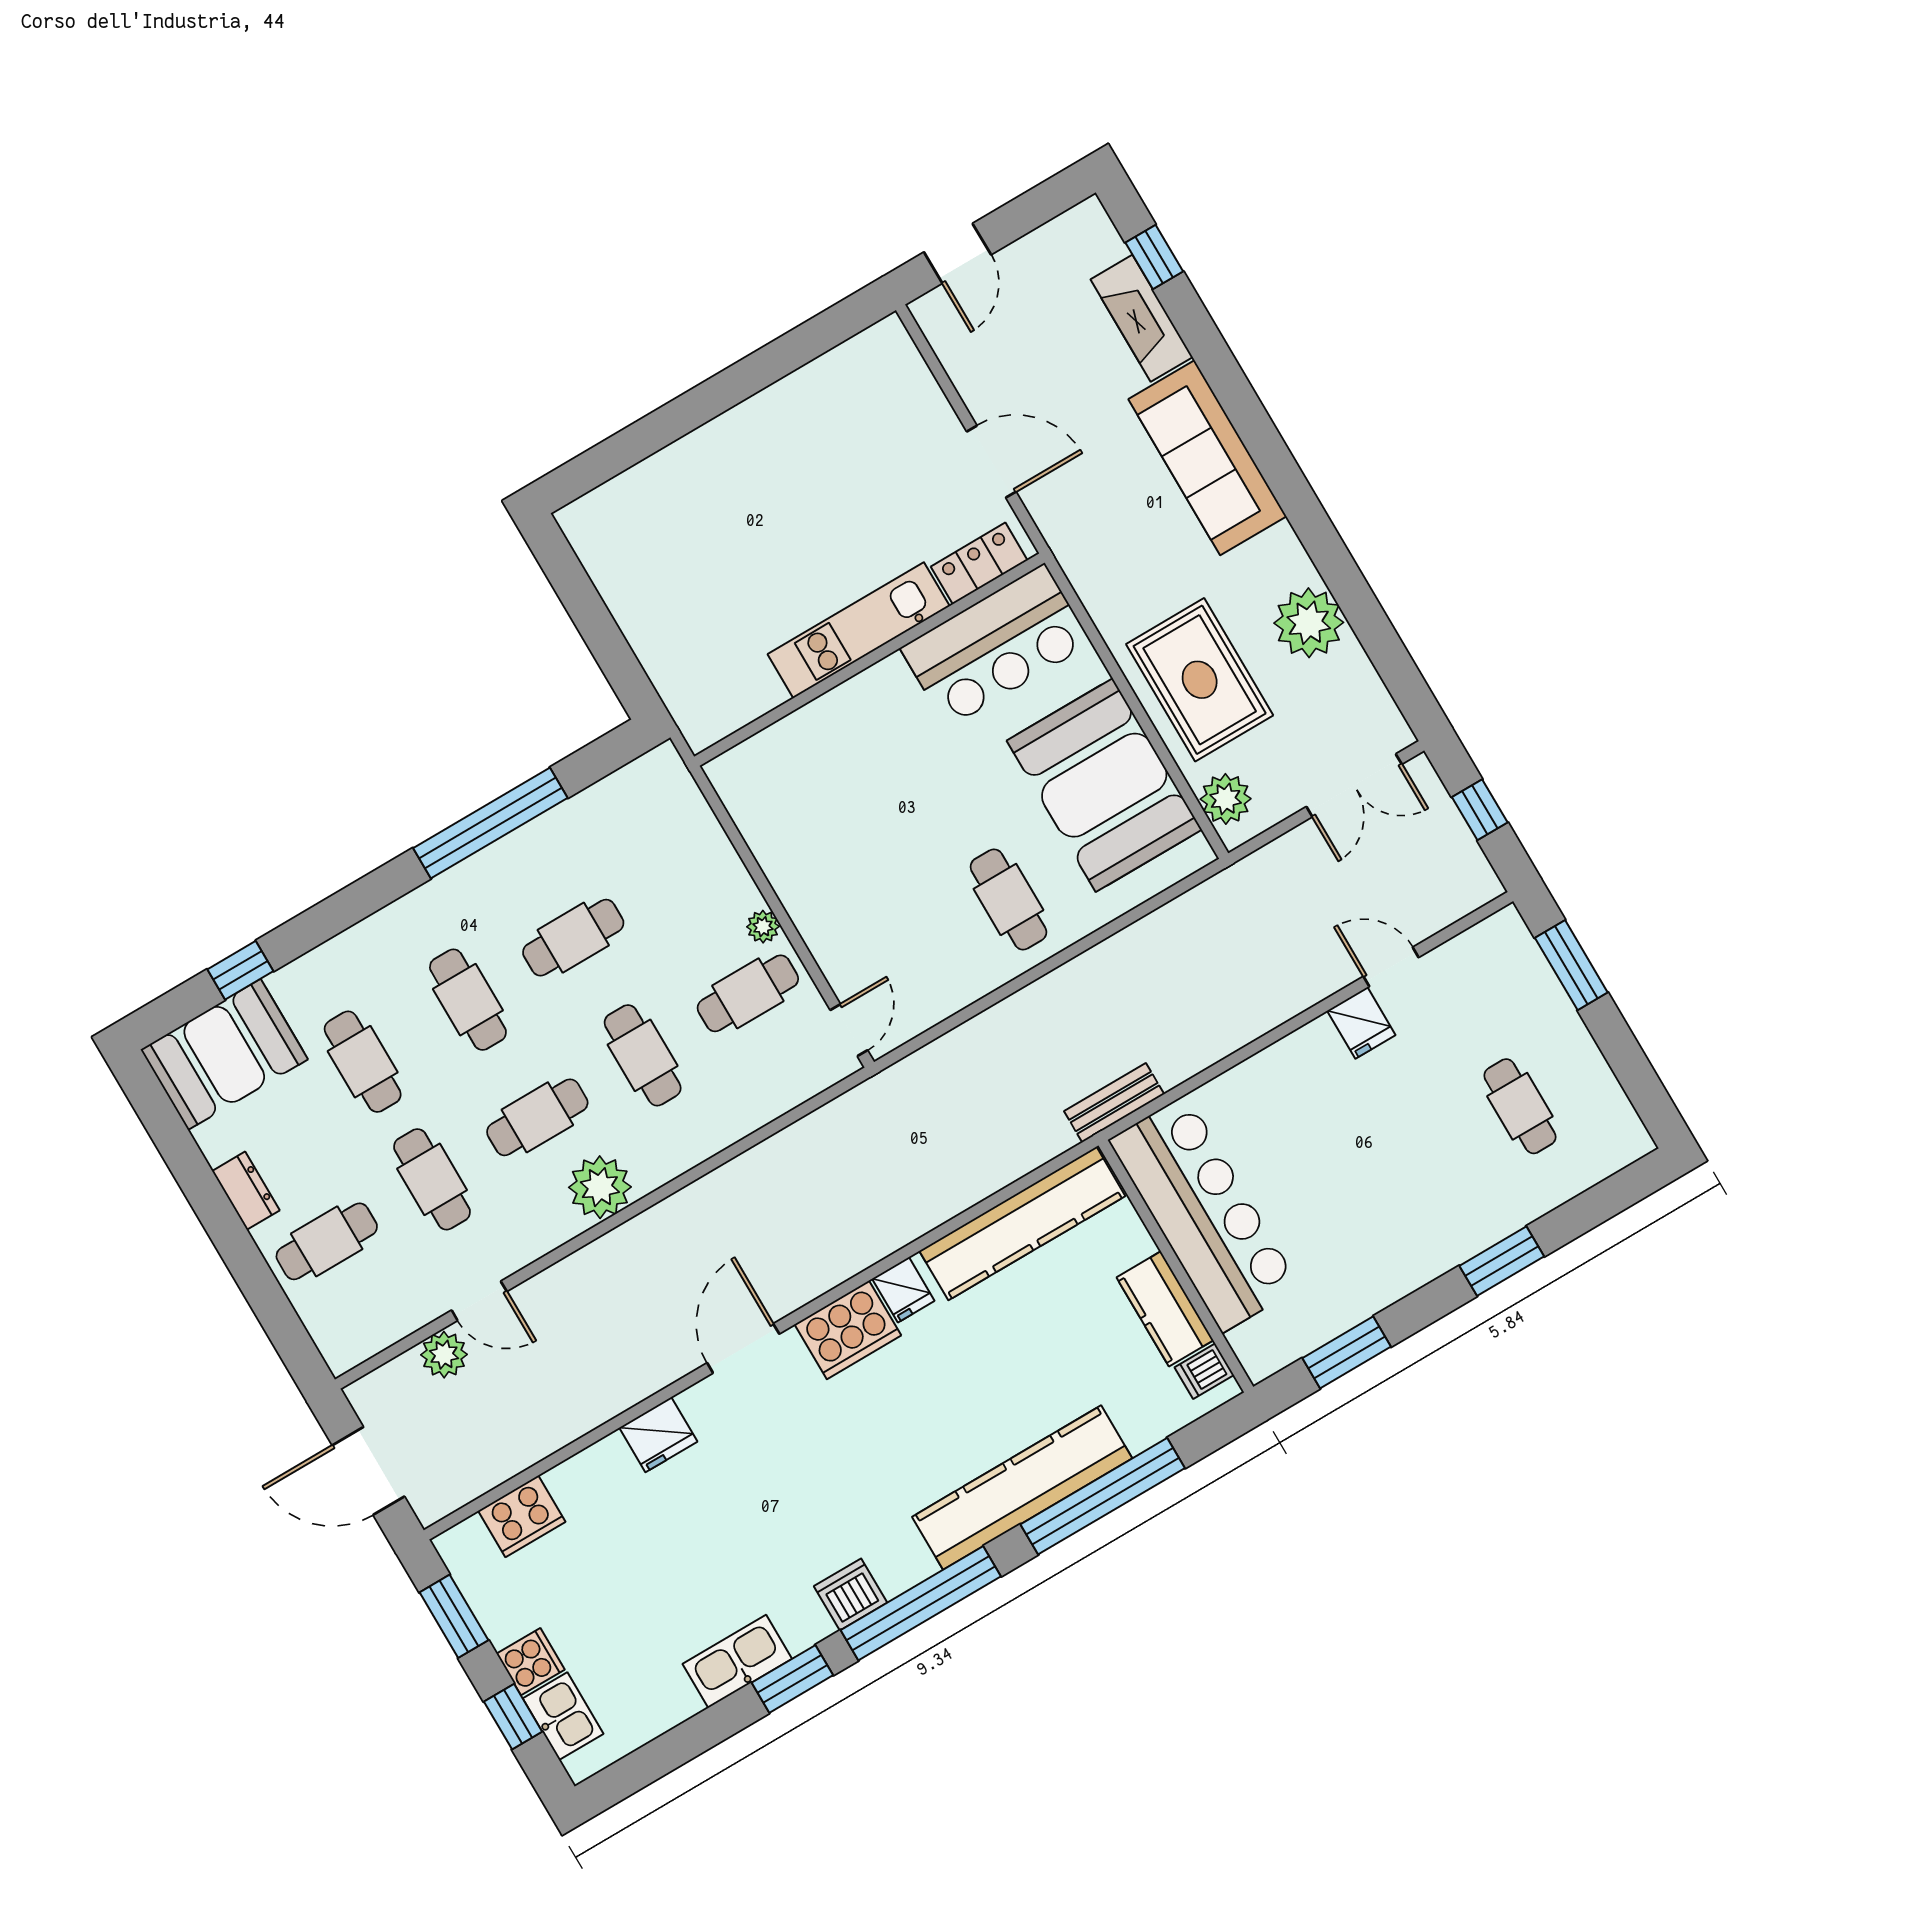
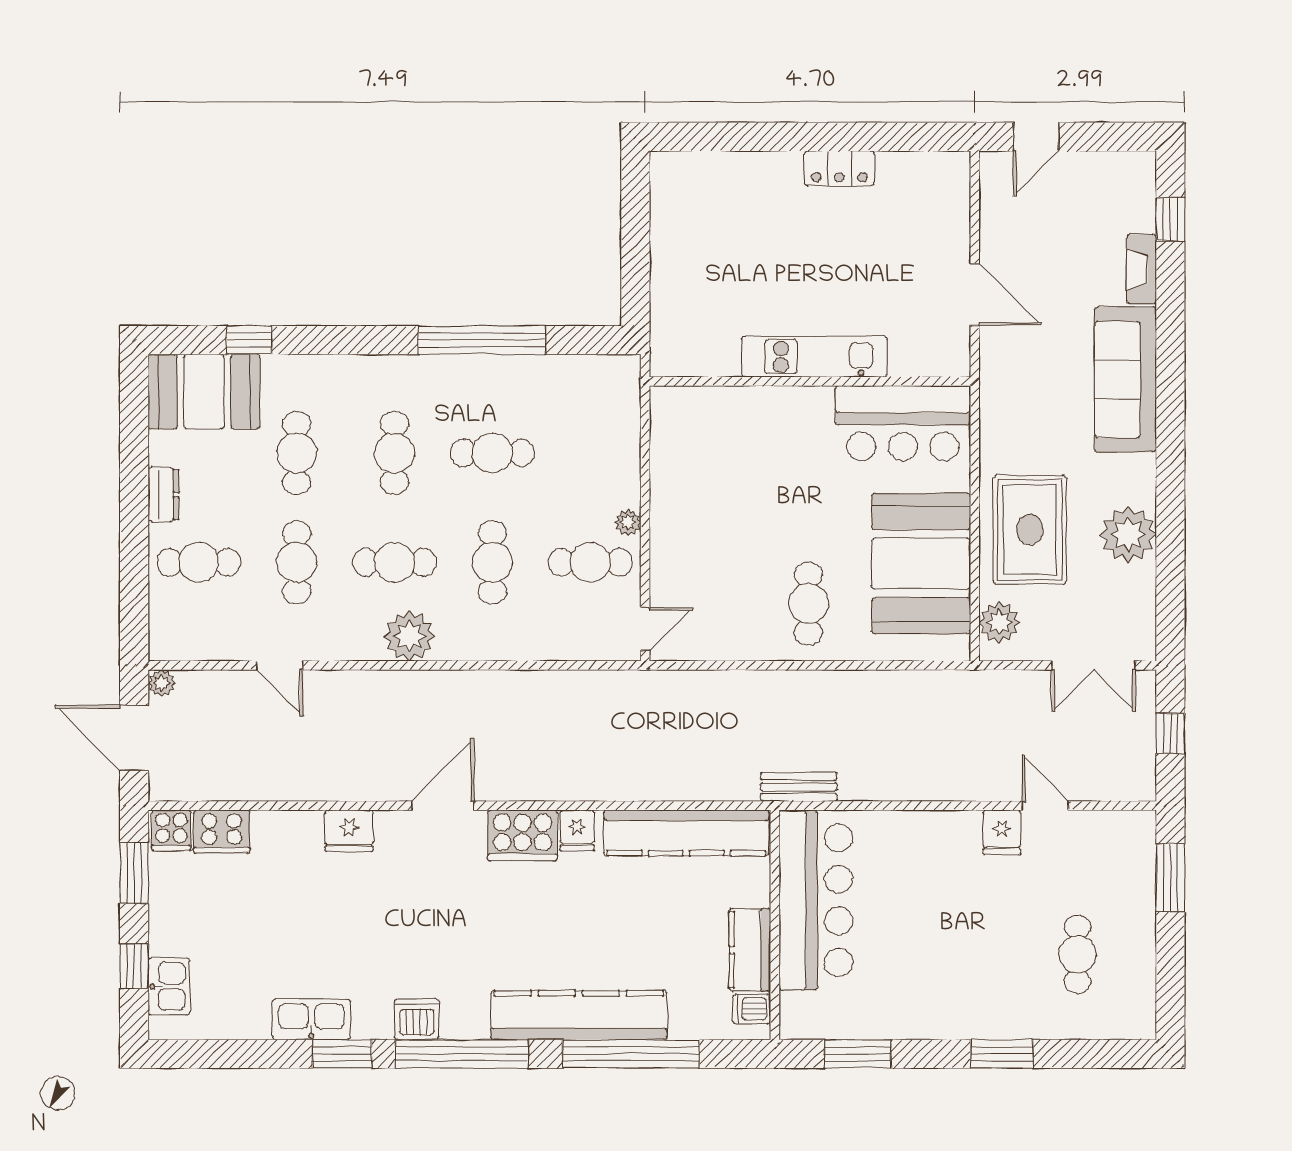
fireplace: (1142, 318) -> (1141, 269), width x0.73, depth x0.76
locker: (979, 563) -> (839, 168), moved, turned 180
plant: (444, 1355) -> (162, 683), moved, width x0.73, depth x0.73
cooker: (531, 1662) -> (171, 830), moved, turned 90

